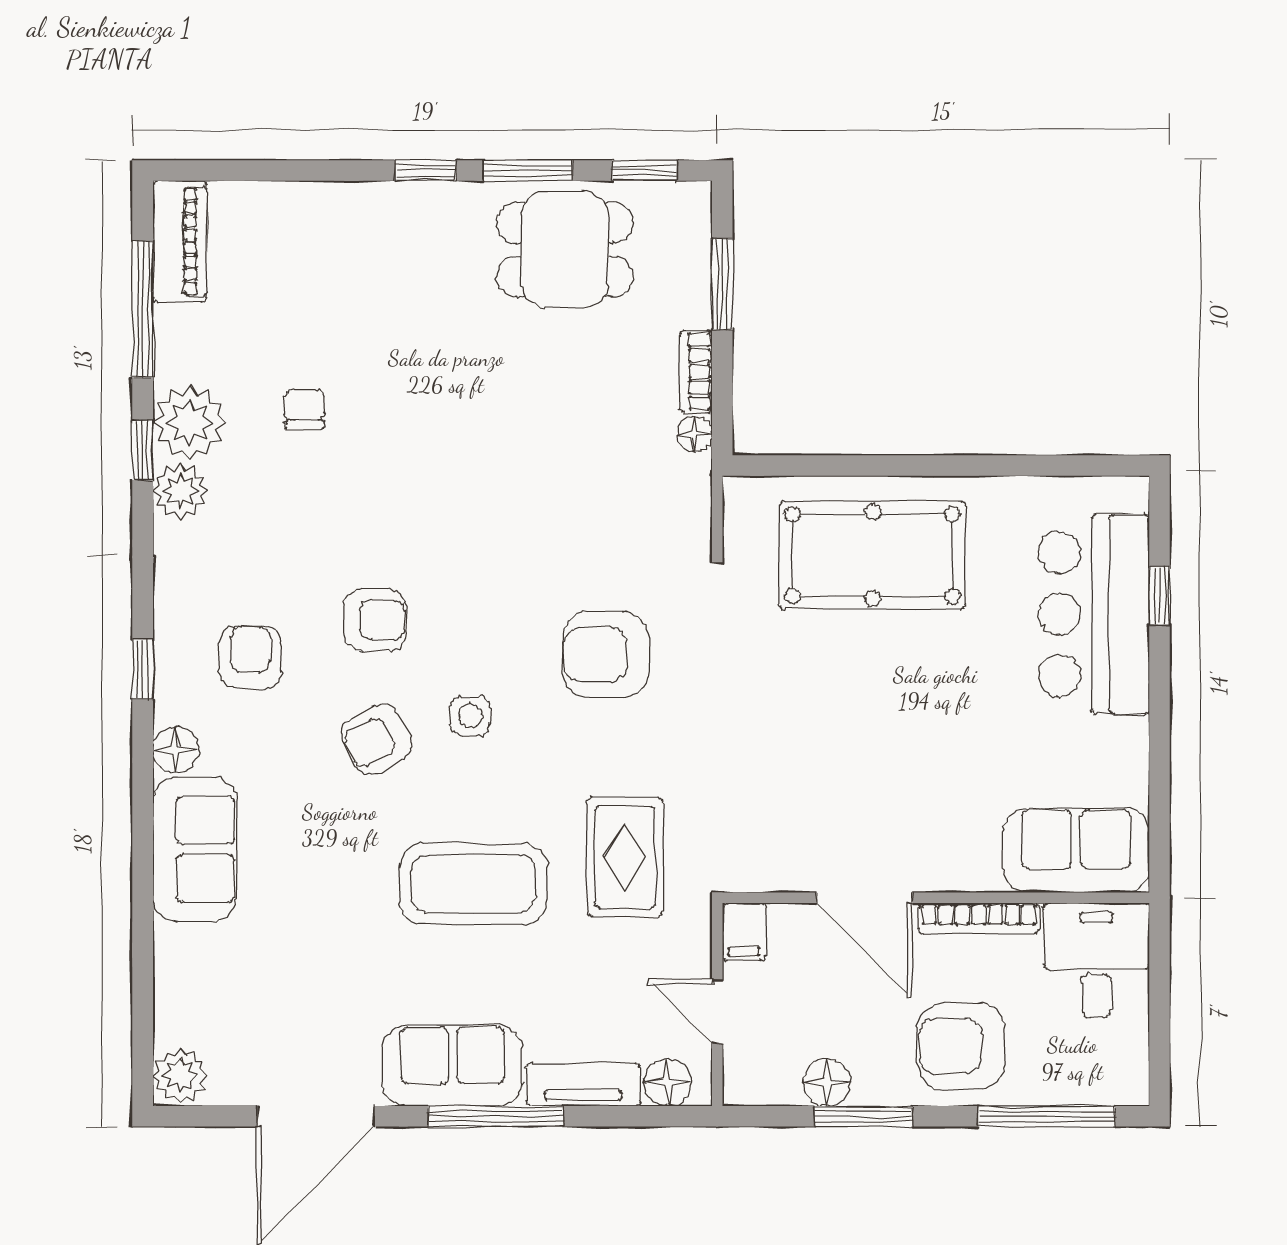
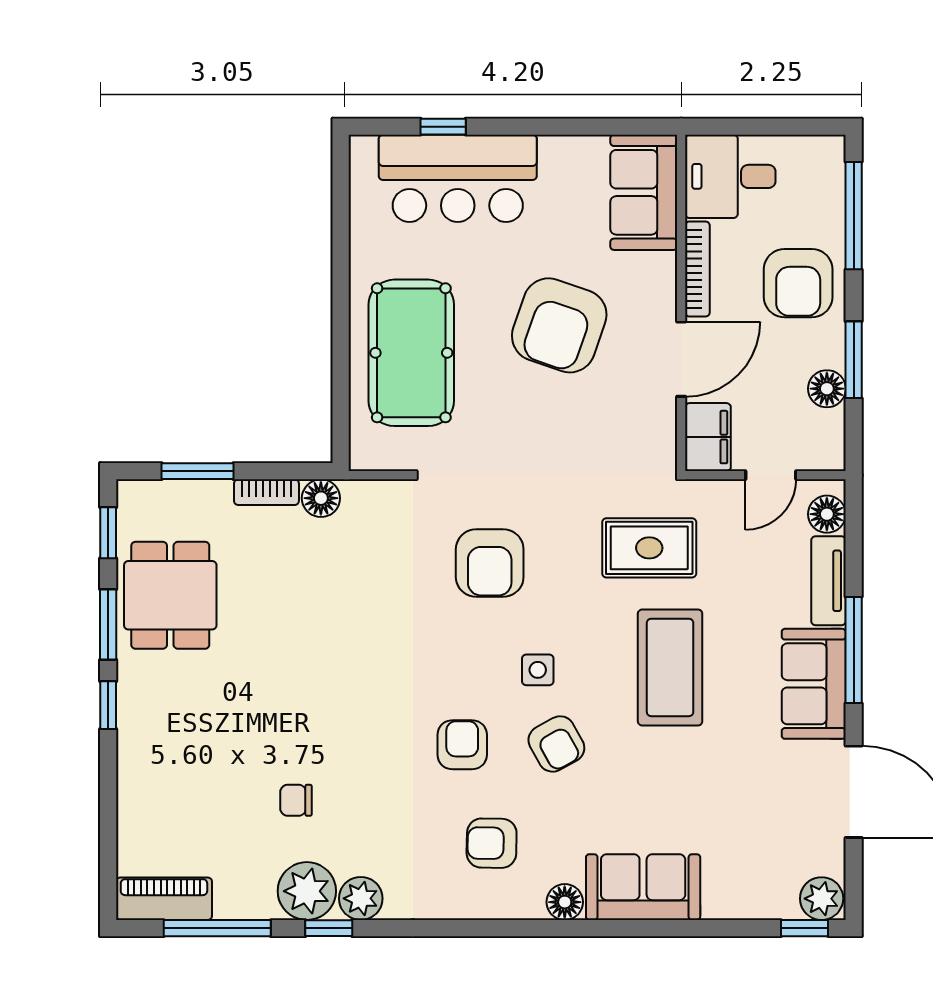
floor lamp: (695, 434) -> (321, 498), width x1.37, depth x1.37
window: (143, 670) -> (805, 928), moved
armchair: (907, 743) -> (559, 325), added
filing cabinet: (744, 932) -> (708, 437), width x2.00

